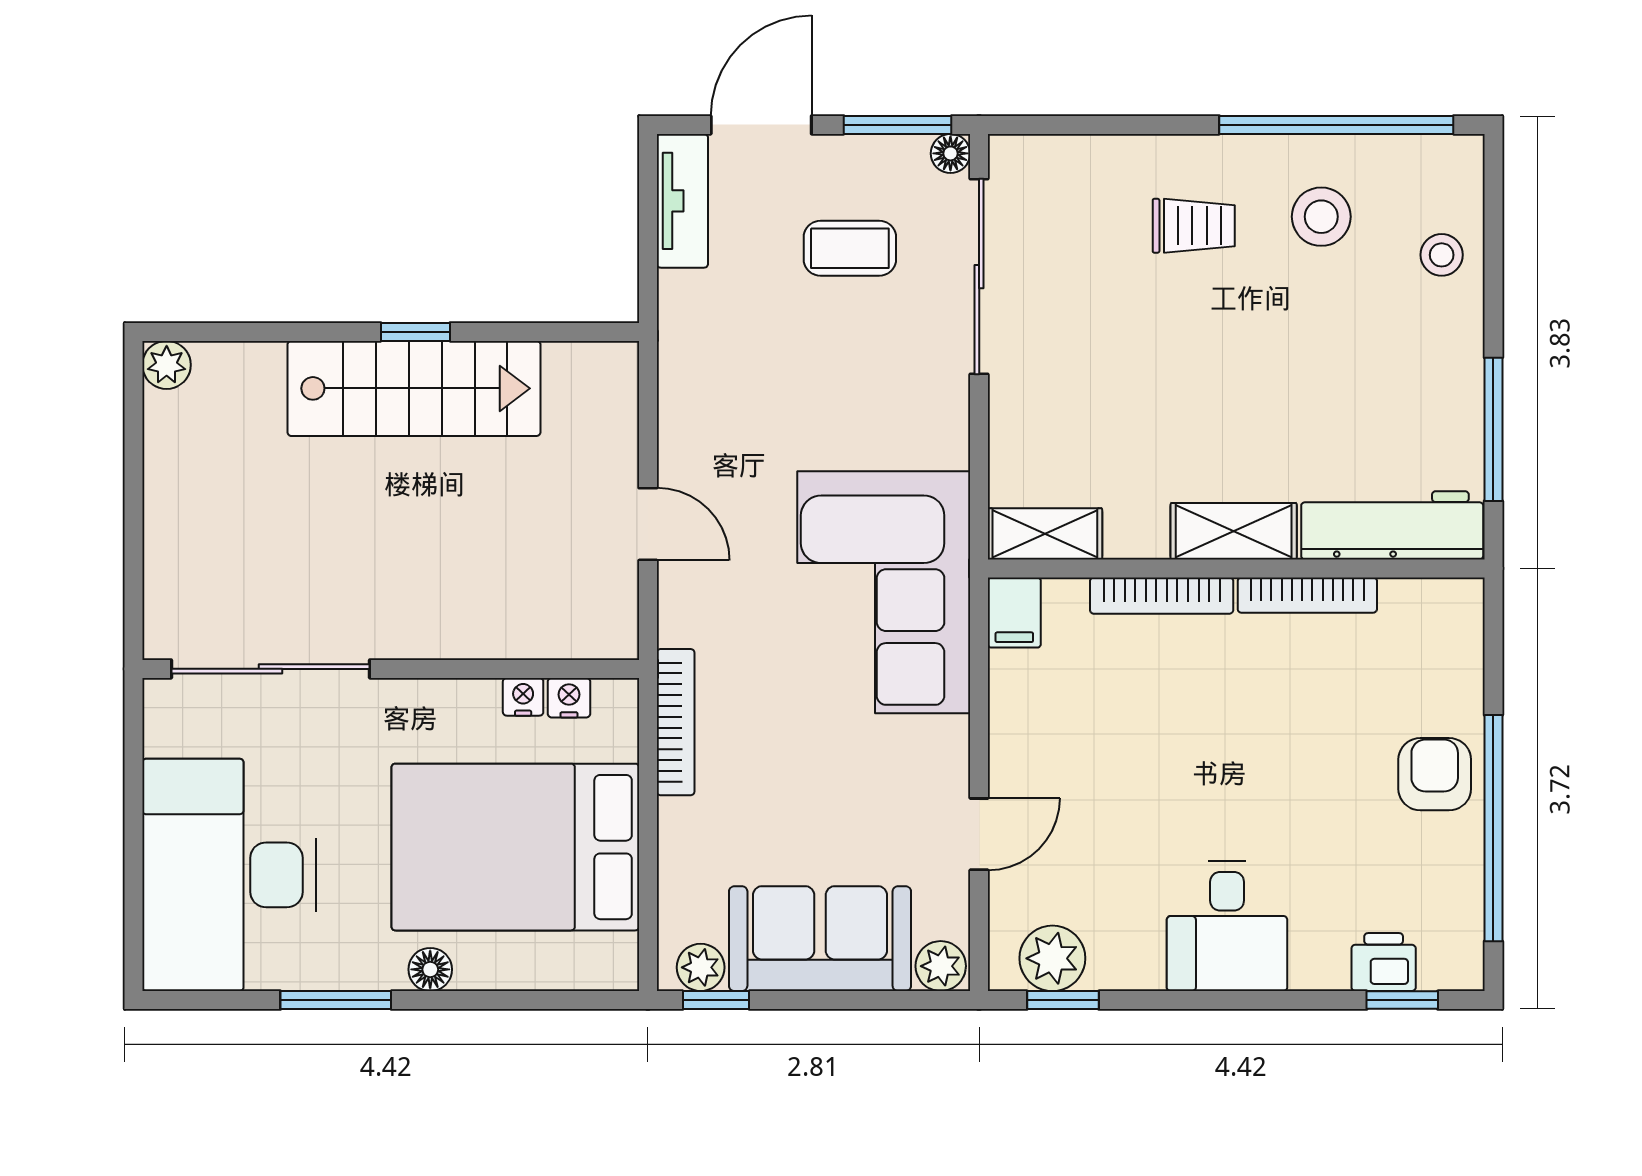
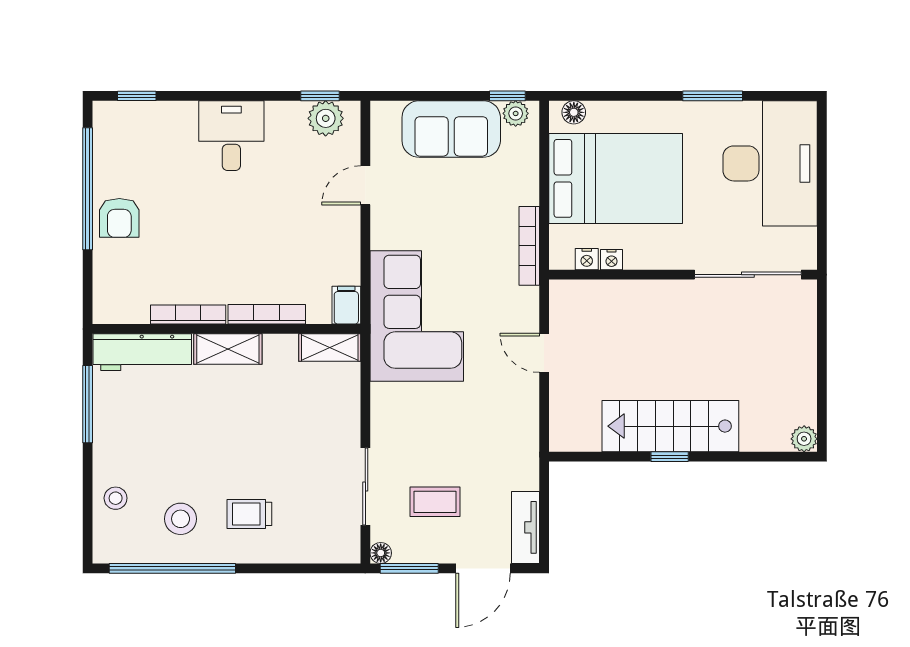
sliding door: (979, 277) -> (365, 487), width x0.73
printer: (1384, 962) -> (147, 116), removed
plant: (941, 966) -> (386, 114), removed
floor lamp: (430, 969) -> (574, 112), moved

